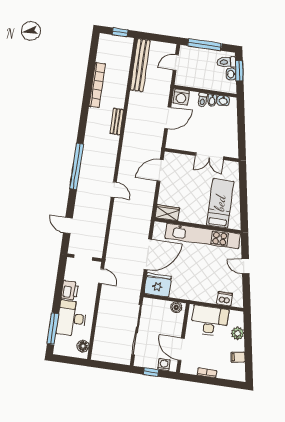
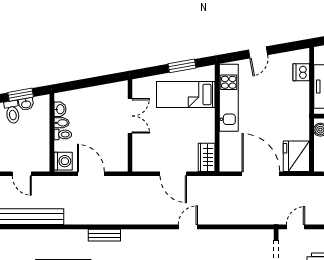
door: (160, 170) -> (173, 174), moved
window: (244, 204) -> (182, 66), added
kitchen unit: (203, 236) -> (229, 98), width x0.73

